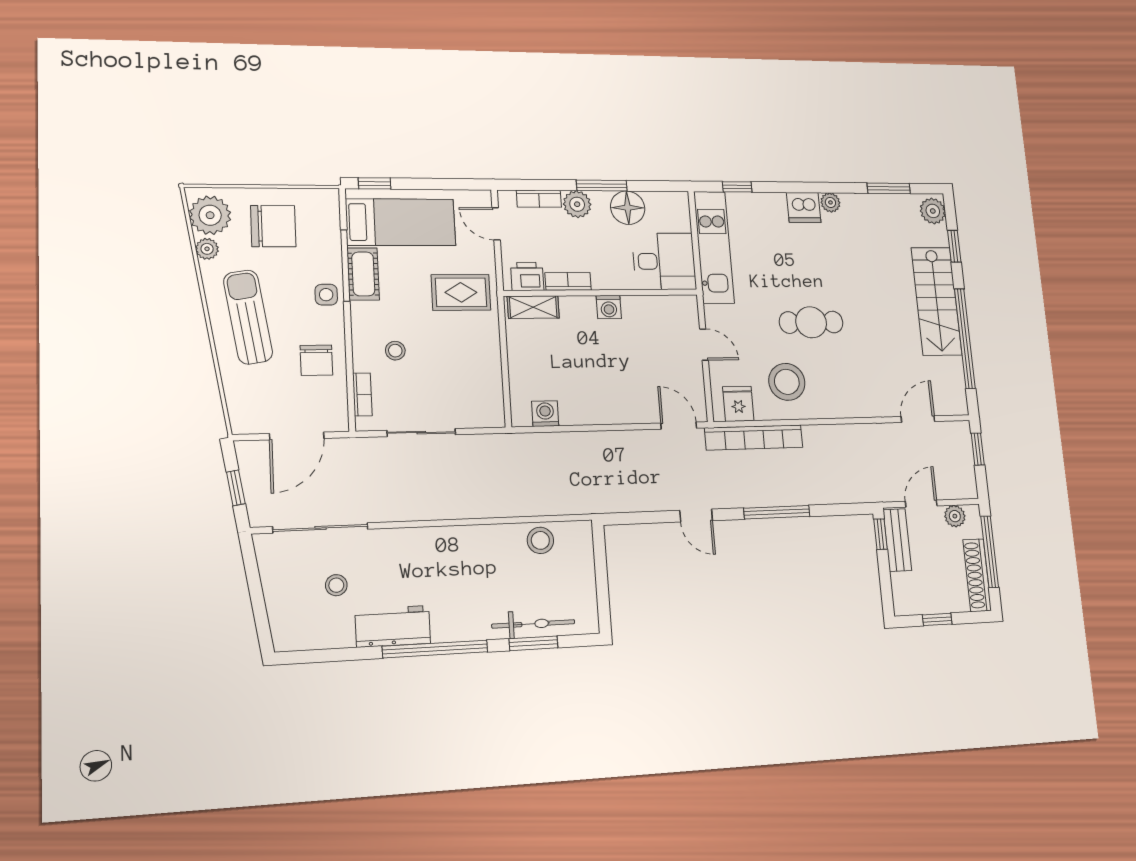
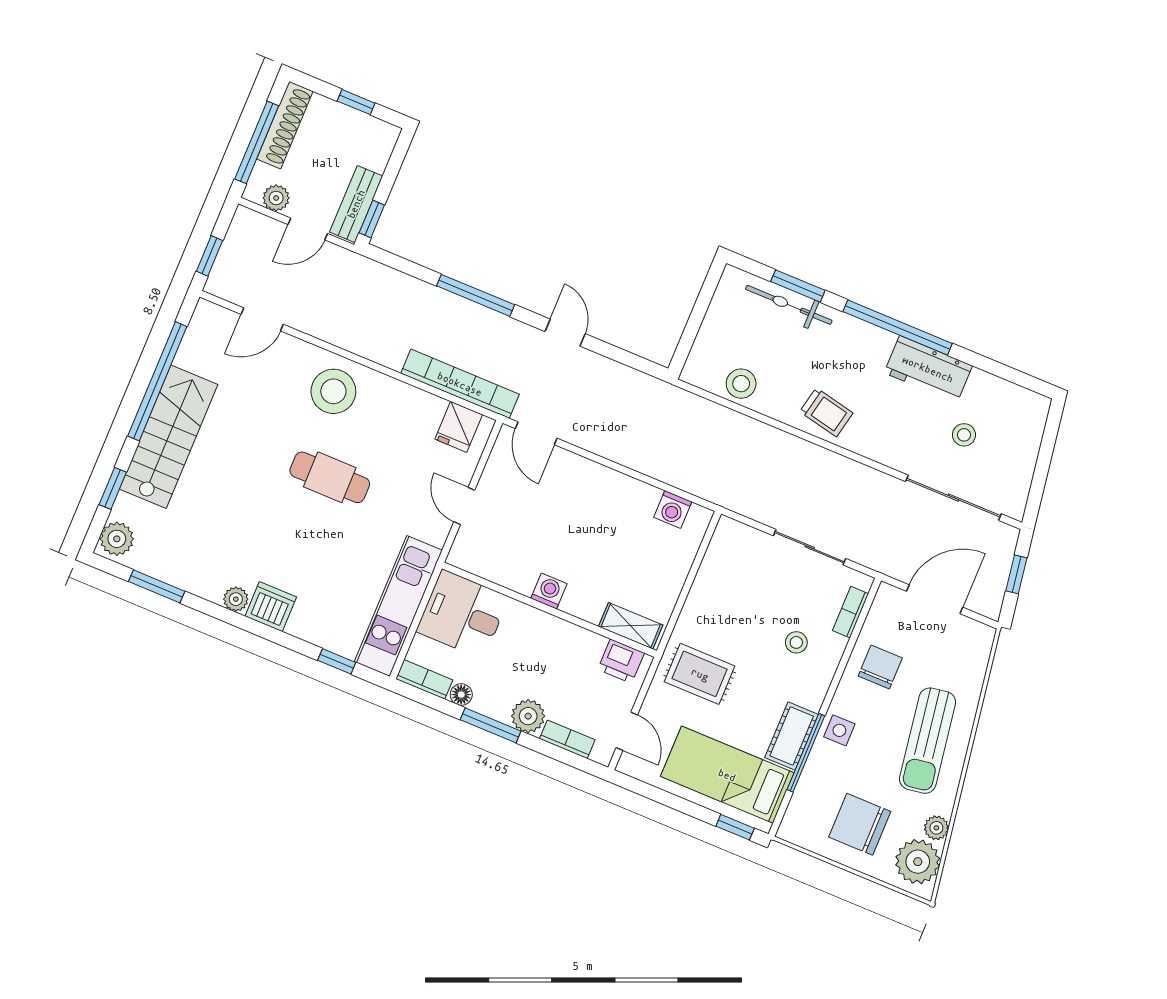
floor lamp: (628, 208) -> (461, 695), width x0.53, depth x0.53
bookcase: (568, 281) -> (424, 679), moved, turned 180
stool: (787, 382) -> (333, 391), moved
trolley: (460, 550) -> (826, 412), added

